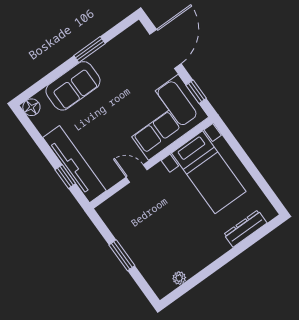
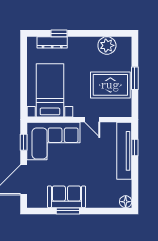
sofa: (73, 86) -> (66, 197), moved
rug: (144, 228) -> (110, 85), added
window: (245, 244) -> (59, 33), added
plant: (179, 278) -> (107, 45), width x1.88, depth x1.88

